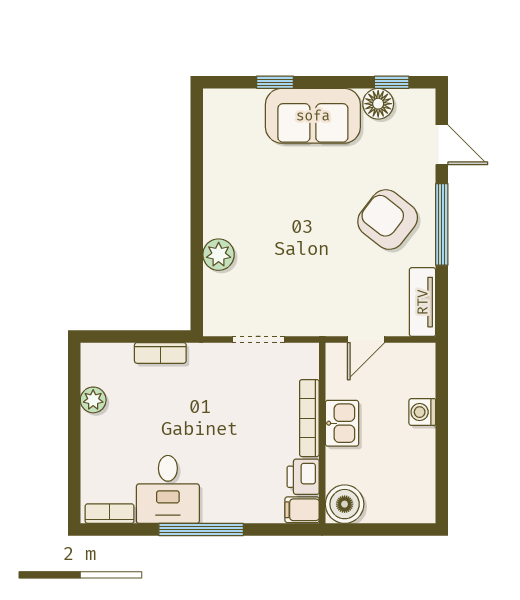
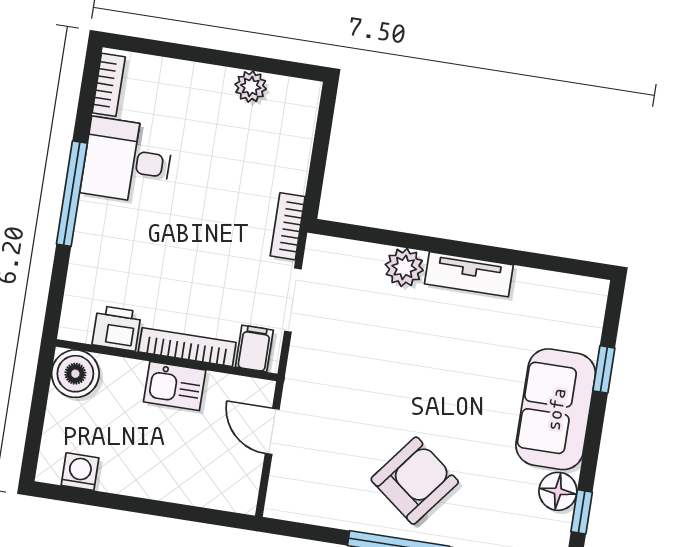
tv unit: (423, 302) -> (469, 274), moved, turned 180
bookcase: (160, 353) -> (288, 226), moved
washing machine: (422, 412) -> (80, 472), moved
filing cabinet: (302, 510) -> (254, 349), moved

